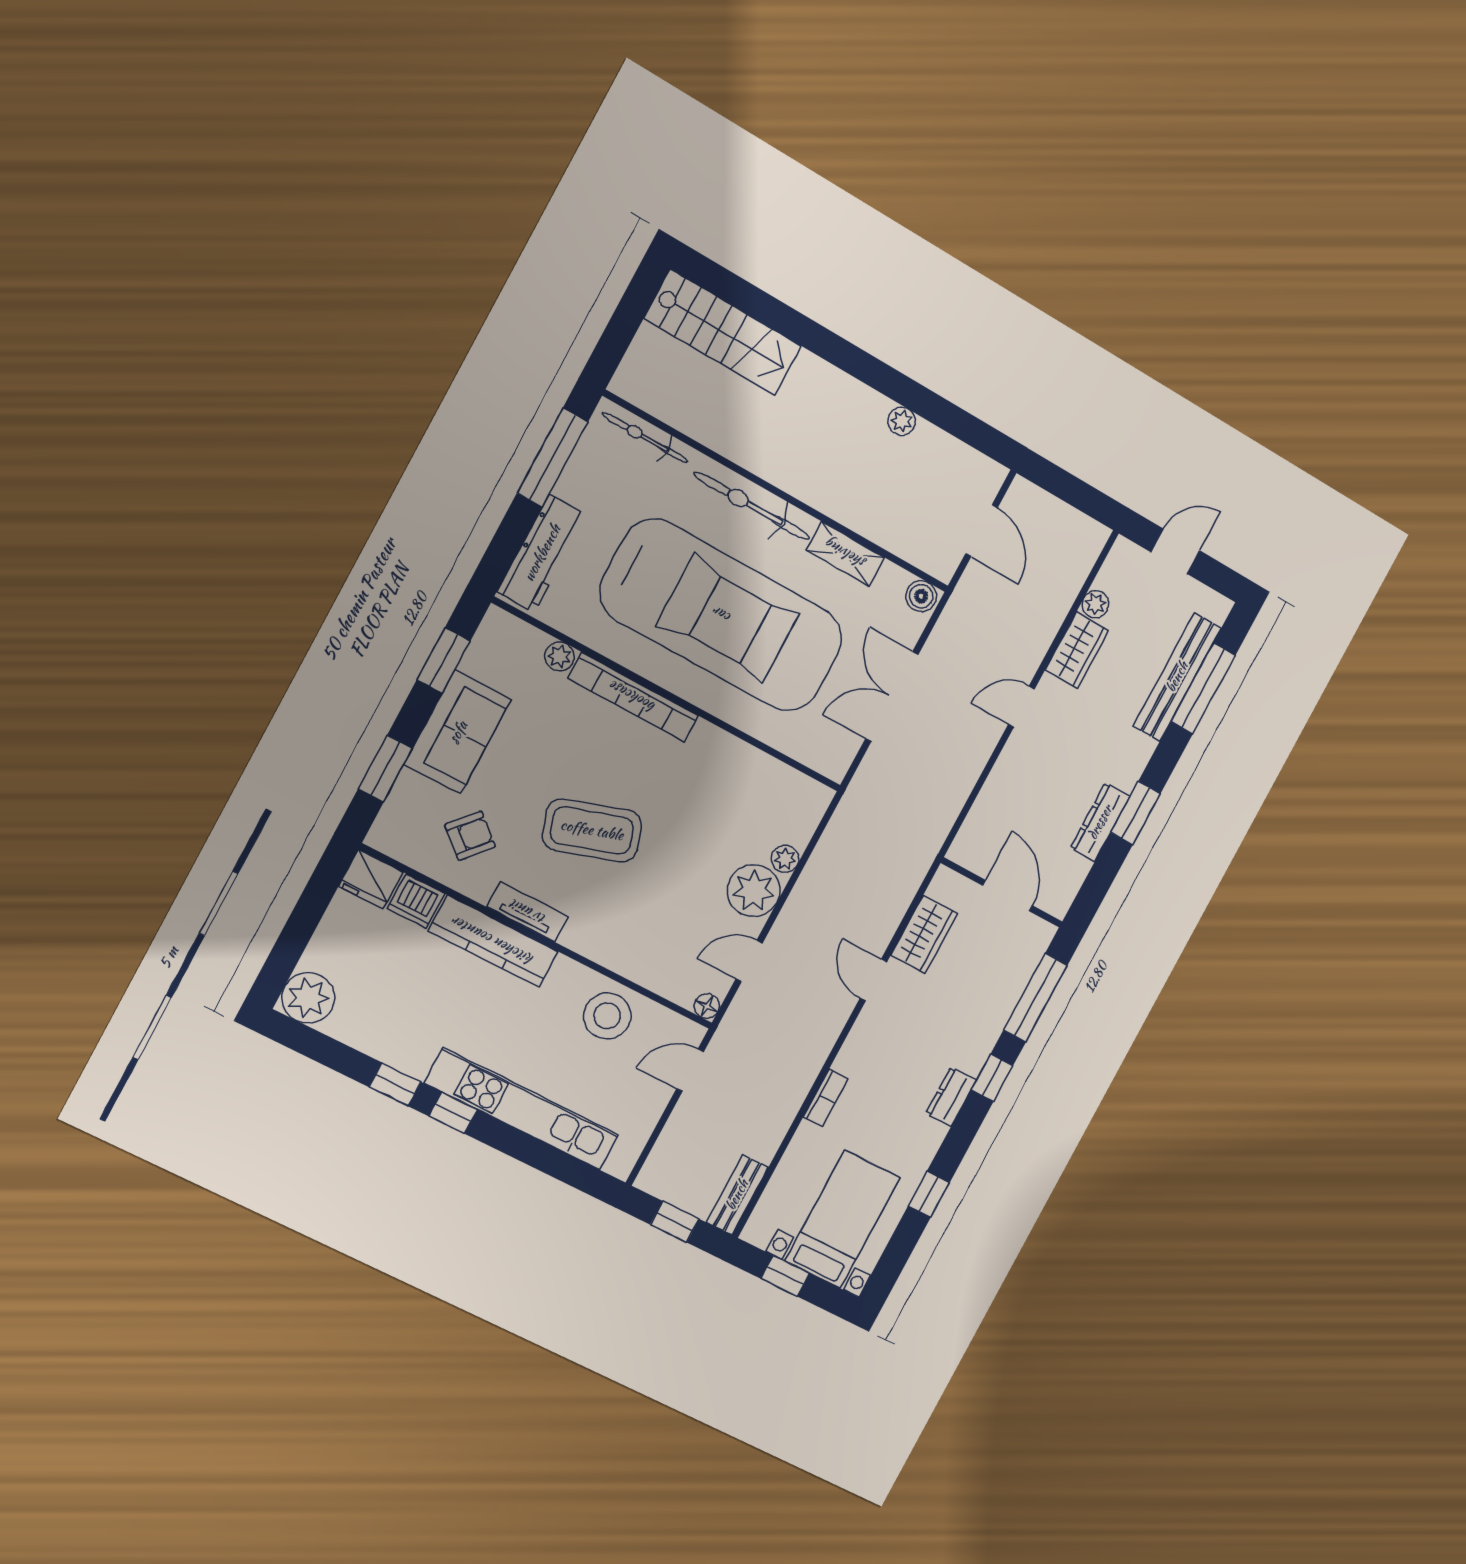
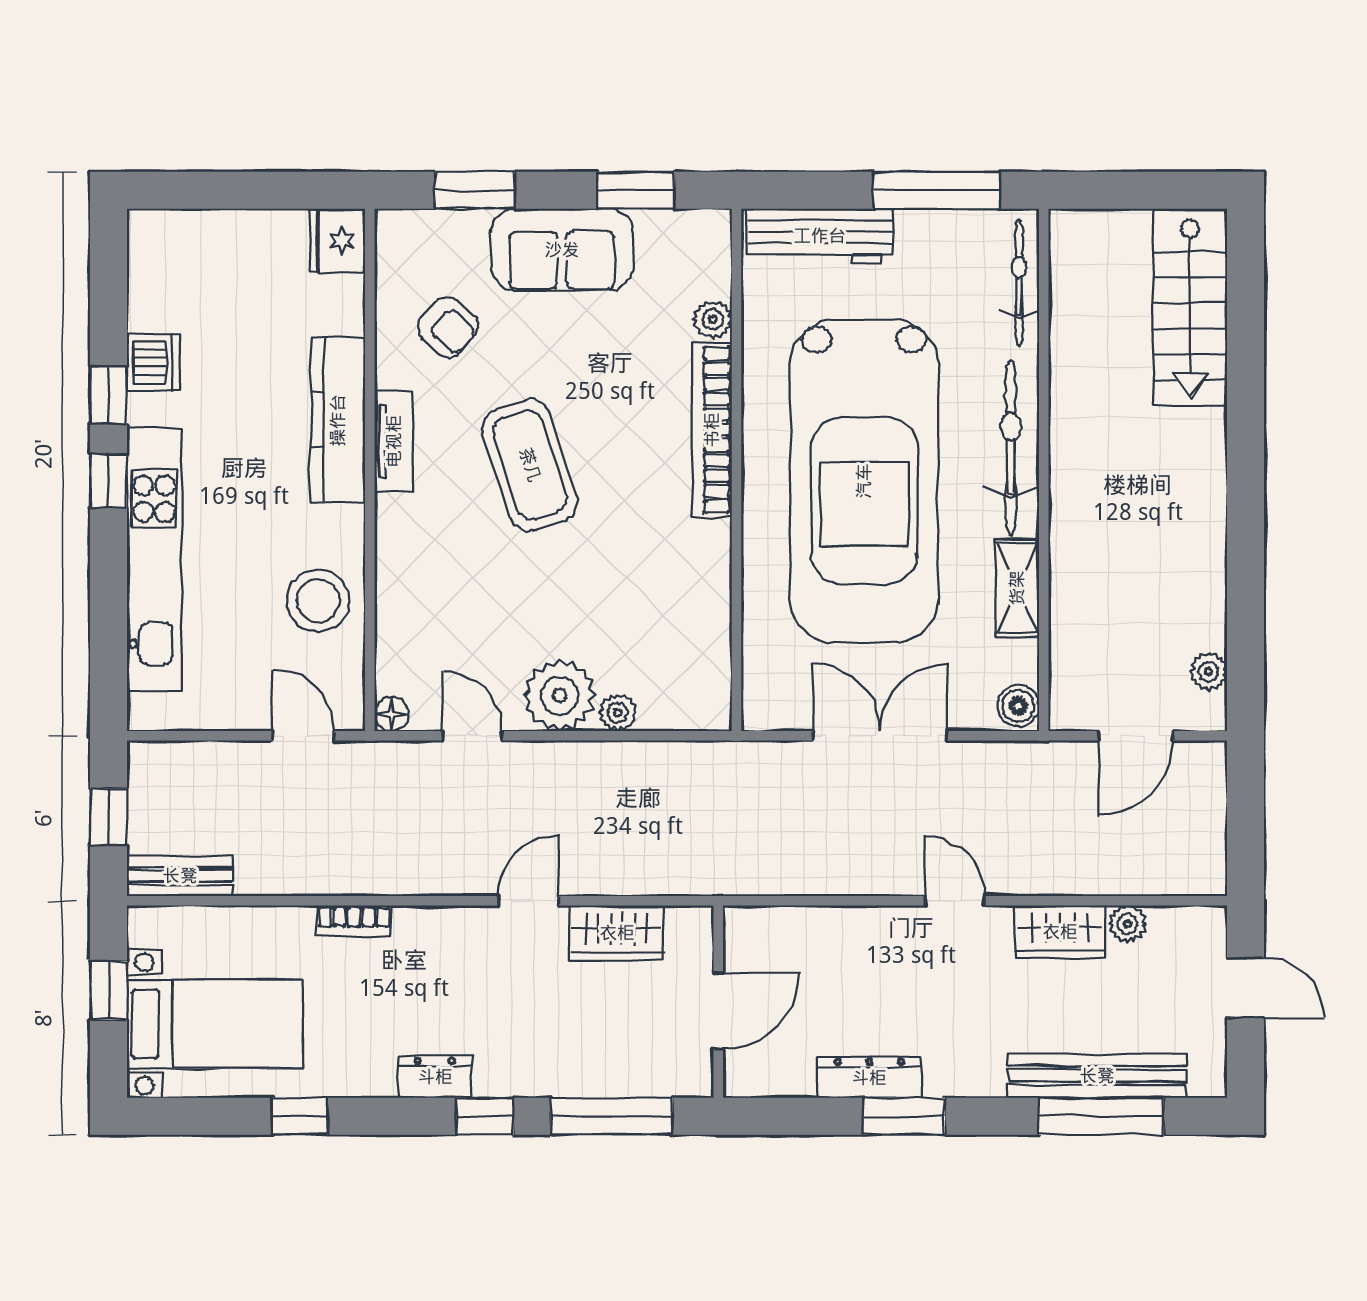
plant: (902, 421) -> (1209, 672), moved
dishwasher: (416, 901) -> (153, 362), moved, turned 180
plant: (308, 998) -> (160, 242), removed

